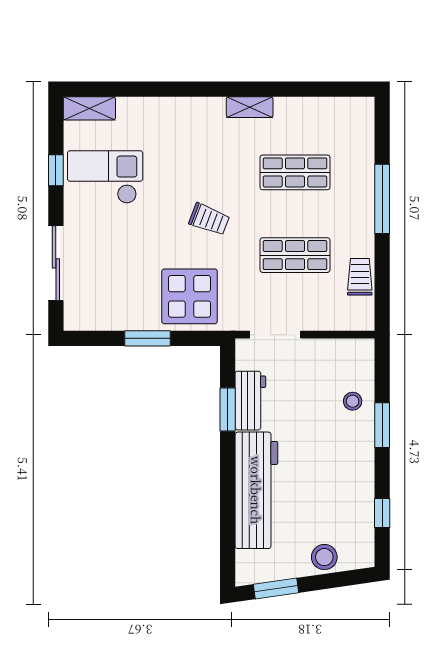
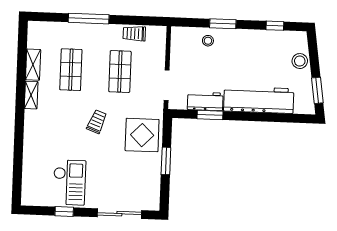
shelving: (89, 108) -> (33, 65), moved
checkout: (105, 177) -> (69, 182), turned 180

